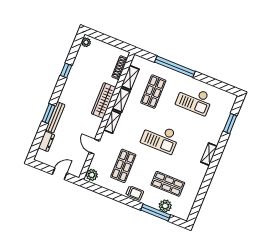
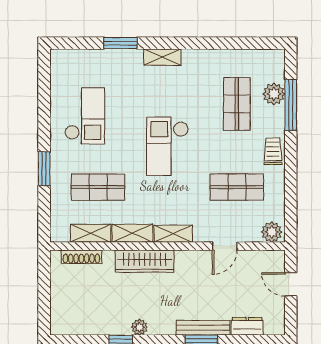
plant: (86, 42) -> (139, 327), moved
window: (175, 67) -> (44, 169), width x0.47
window: (230, 123) -> (120, 43), moved
checkout: (160, 138) -> (168, 146), turned 180

